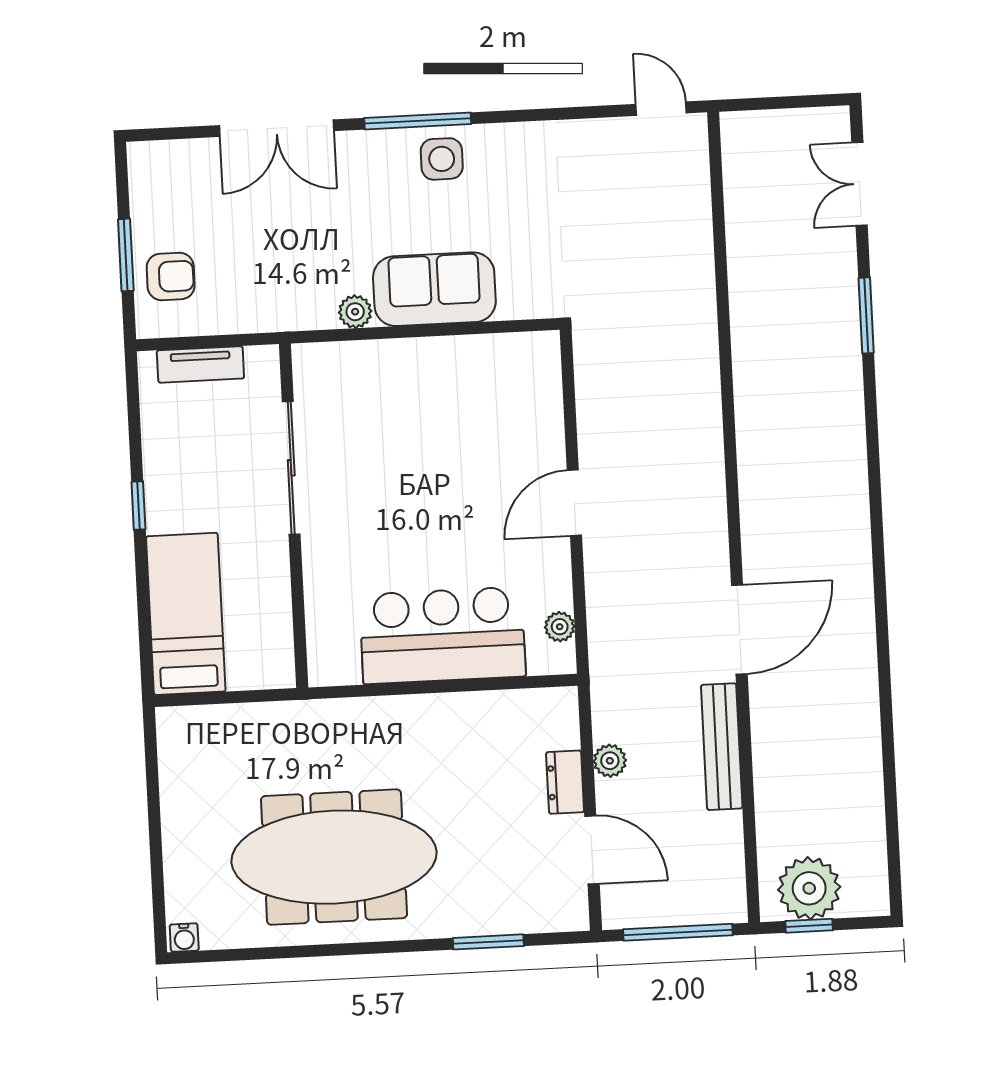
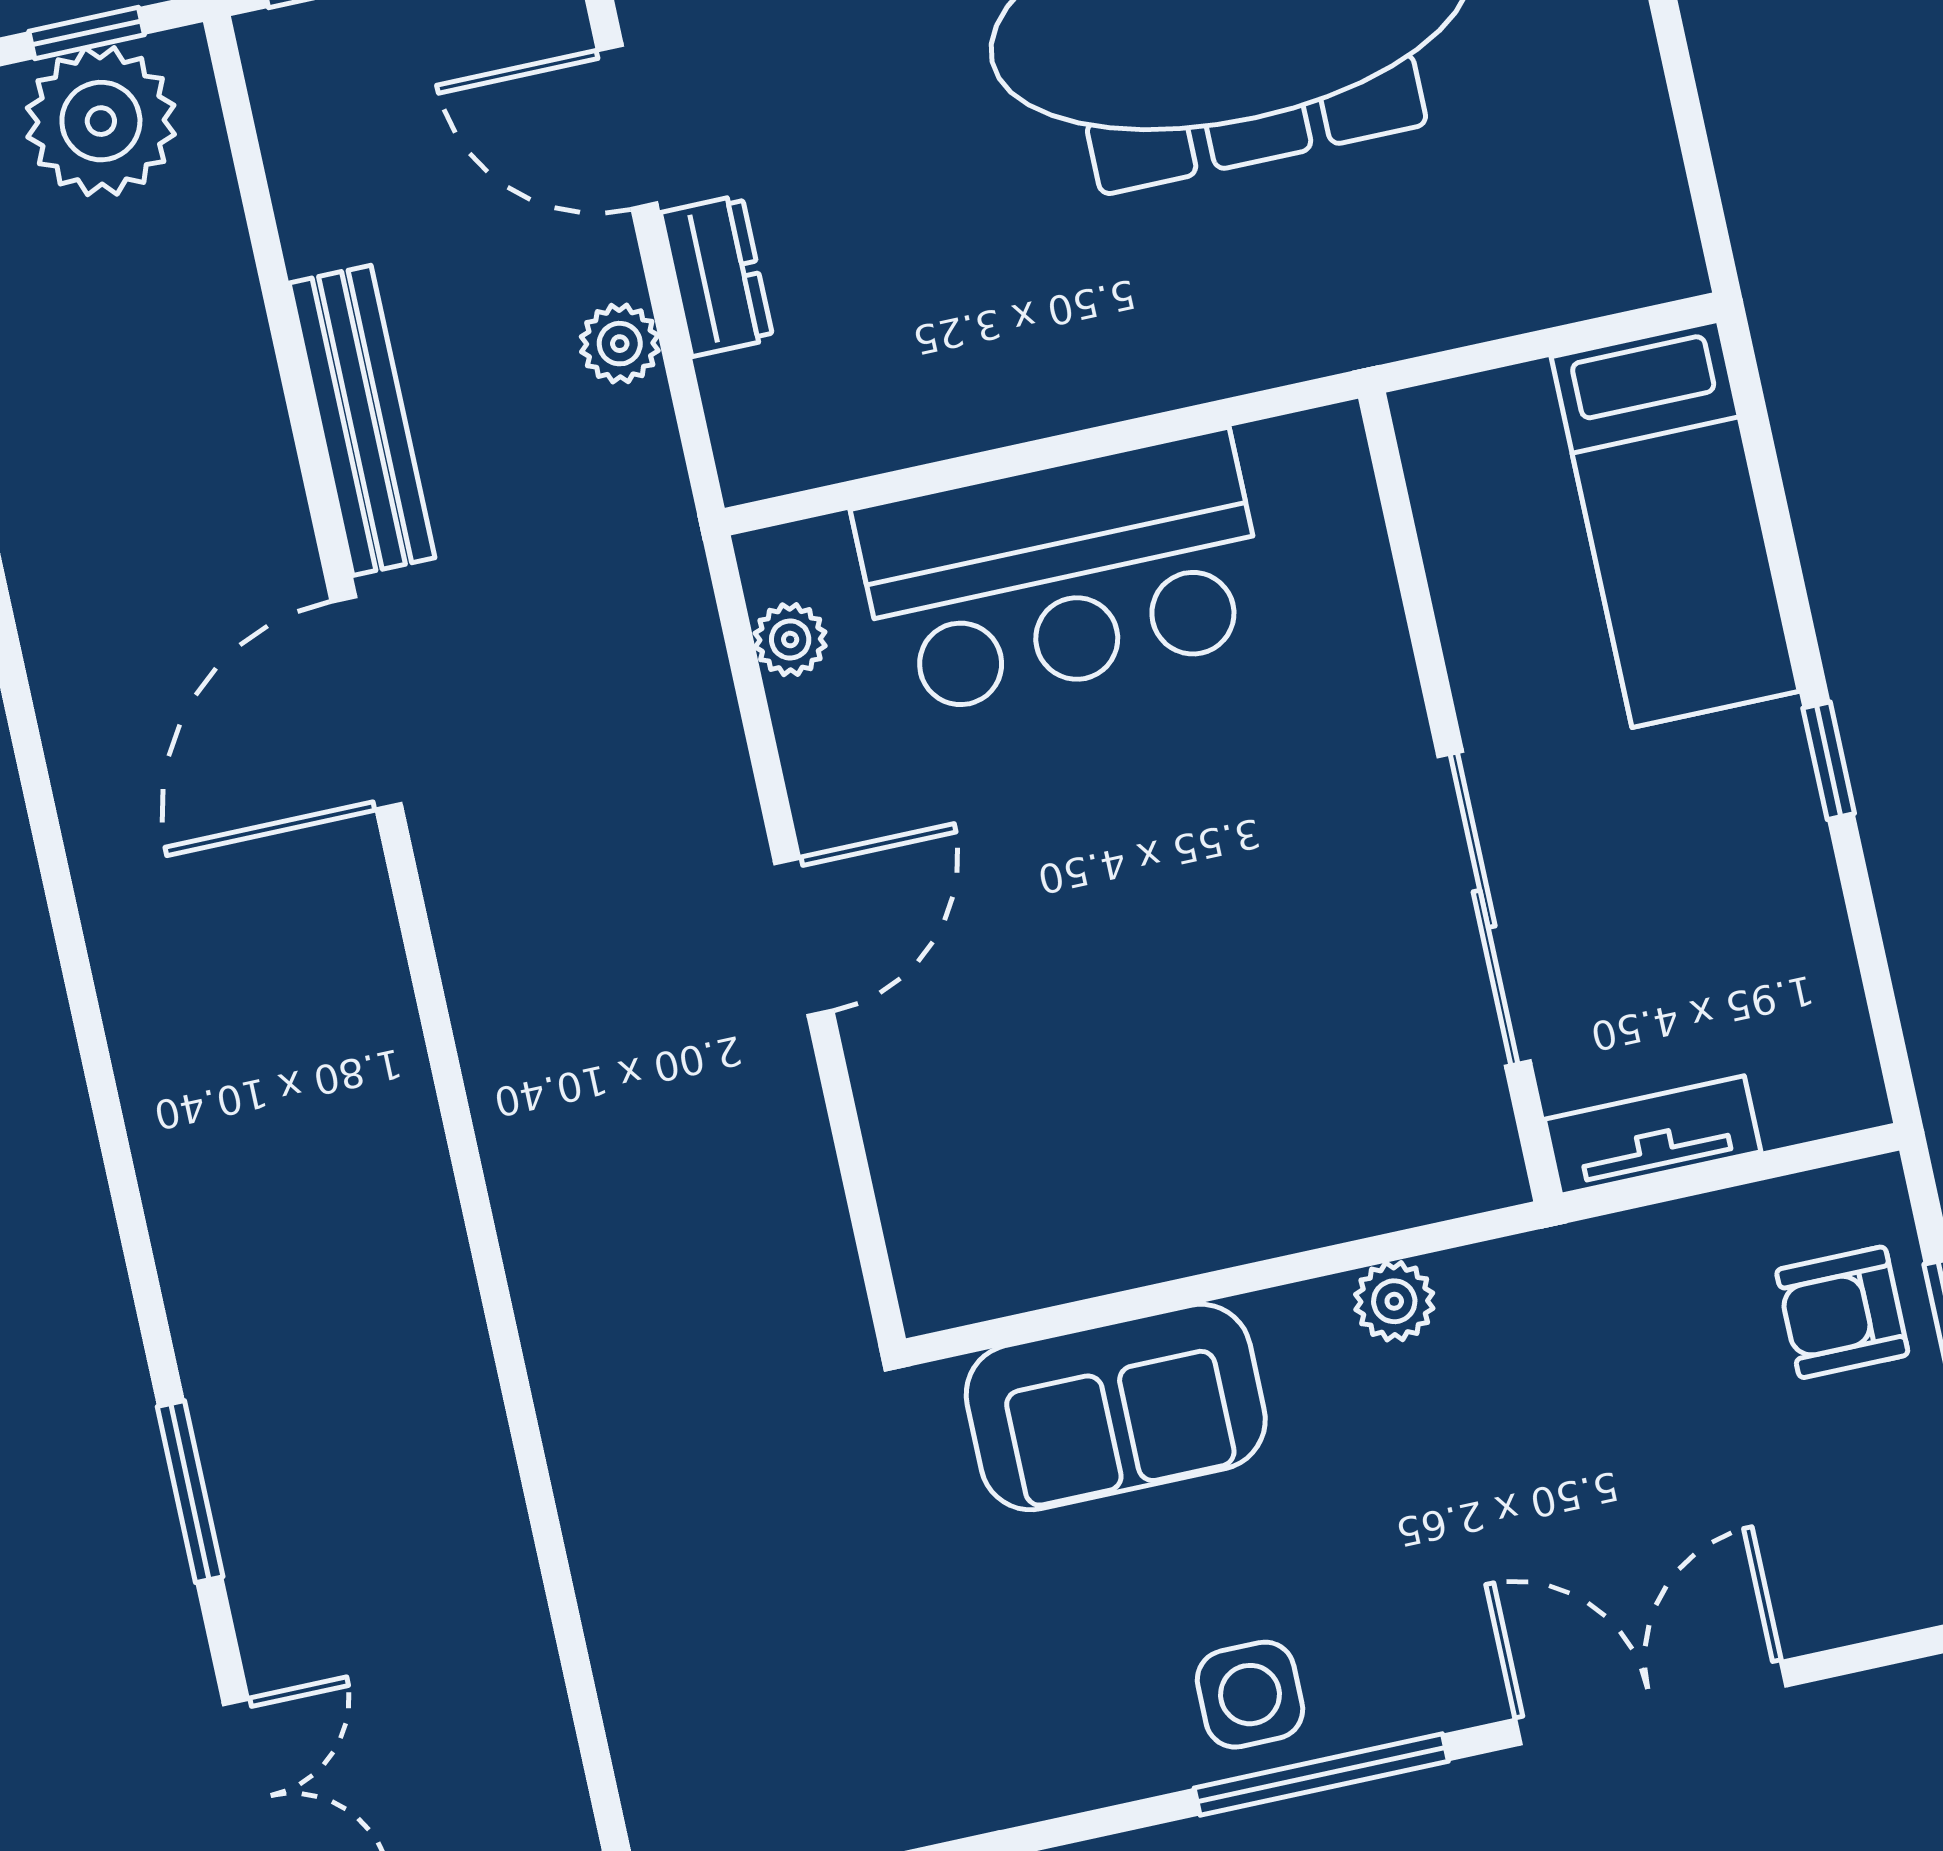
sofa: (434, 289) -> (1116, 1407), moved
tv unit: (200, 364) -> (1653, 1135), moved

